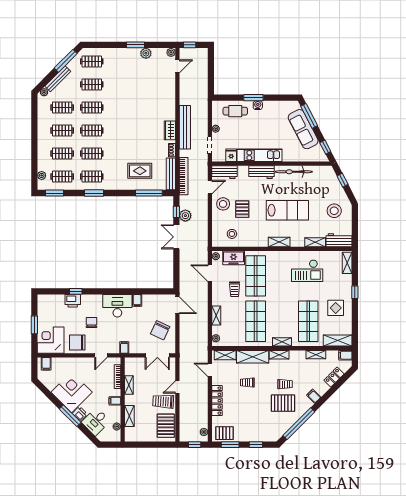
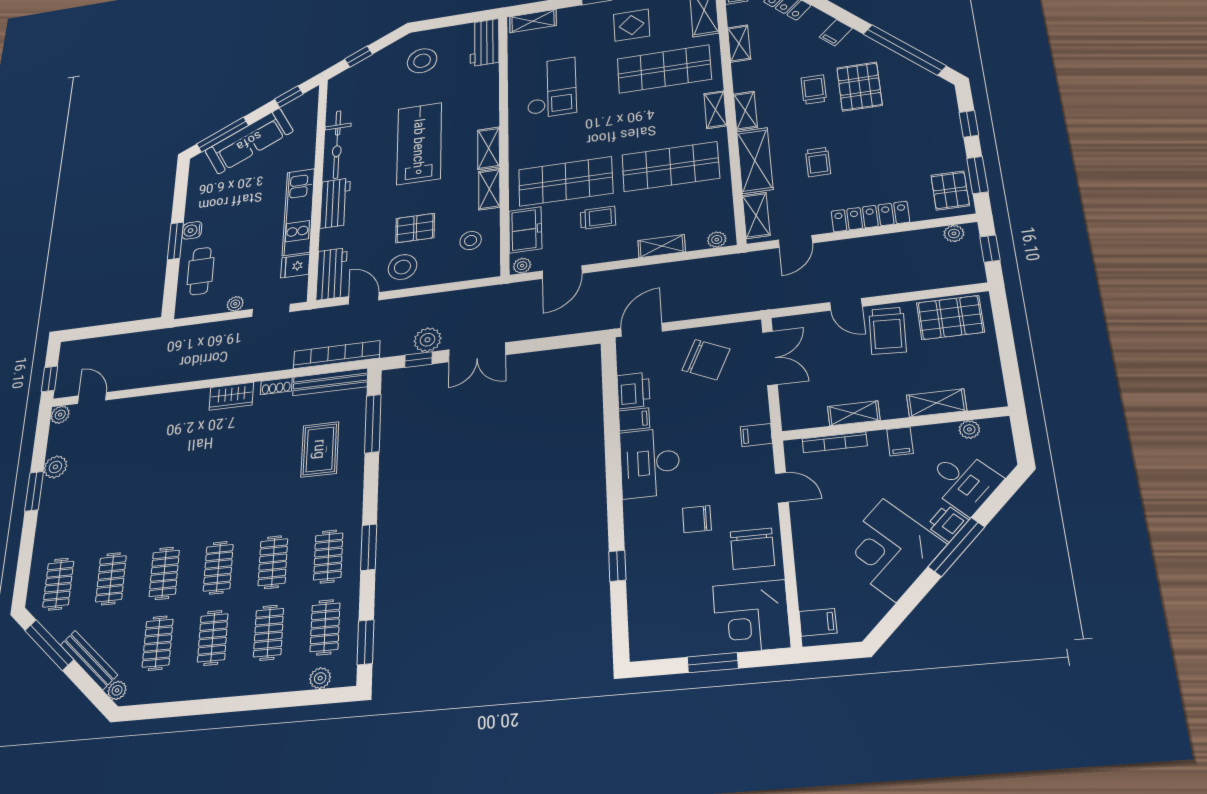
bench: (185, 127) -> (227, 366), removed
shelving: (315, 242) -> (489, 189), moved
printer: (73, 301) -> (633, 390), moved

